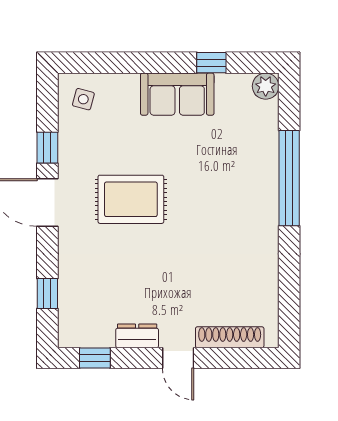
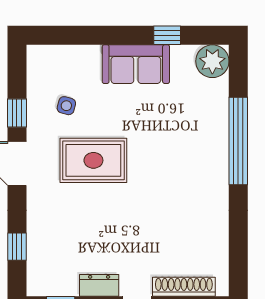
plant: (266, 86) -> (212, 61), width x1.36, depth x1.36
side table: (83, 99) -> (66, 106), moved

